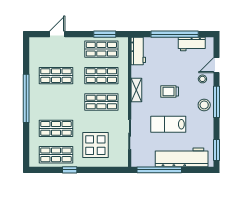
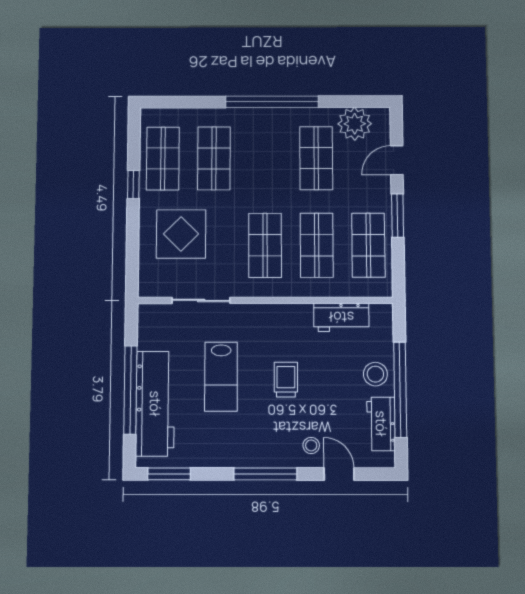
door: (57, 34) -> (397, 160), swing flipped
window: (105, 34) -> (398, 216), moved
workbench: (138, 51) -> (341, 317), moved
plant: (38, 56) -> (355, 124), added
shelving: (136, 90) -> (289, 314), removed
stool: (204, 105) -> (375, 374), moved
lab bench: (168, 124) -> (221, 377), turned 180
window: (159, 170) -> (130, 390), moved

